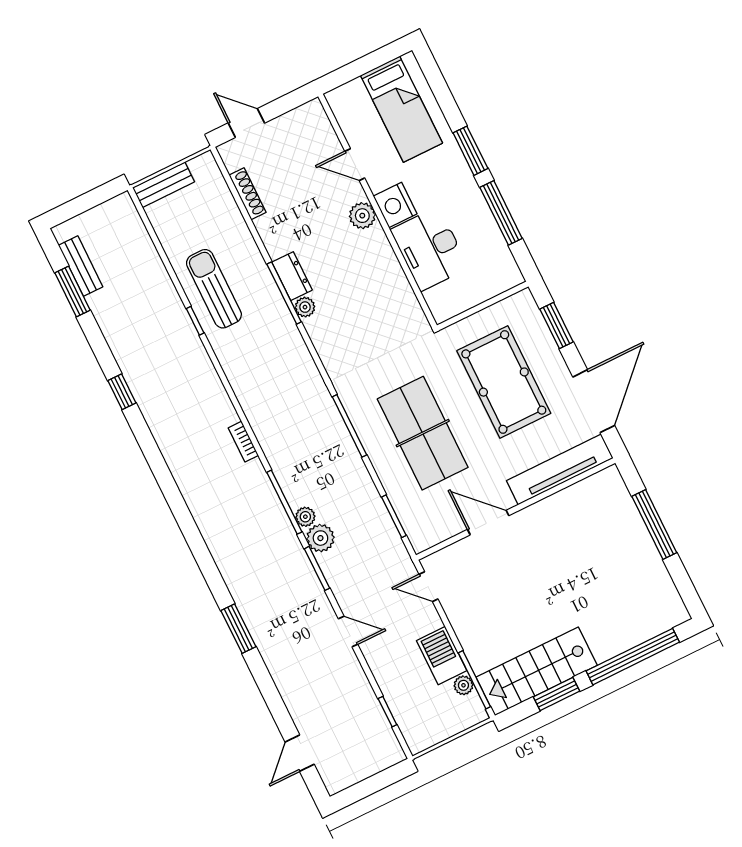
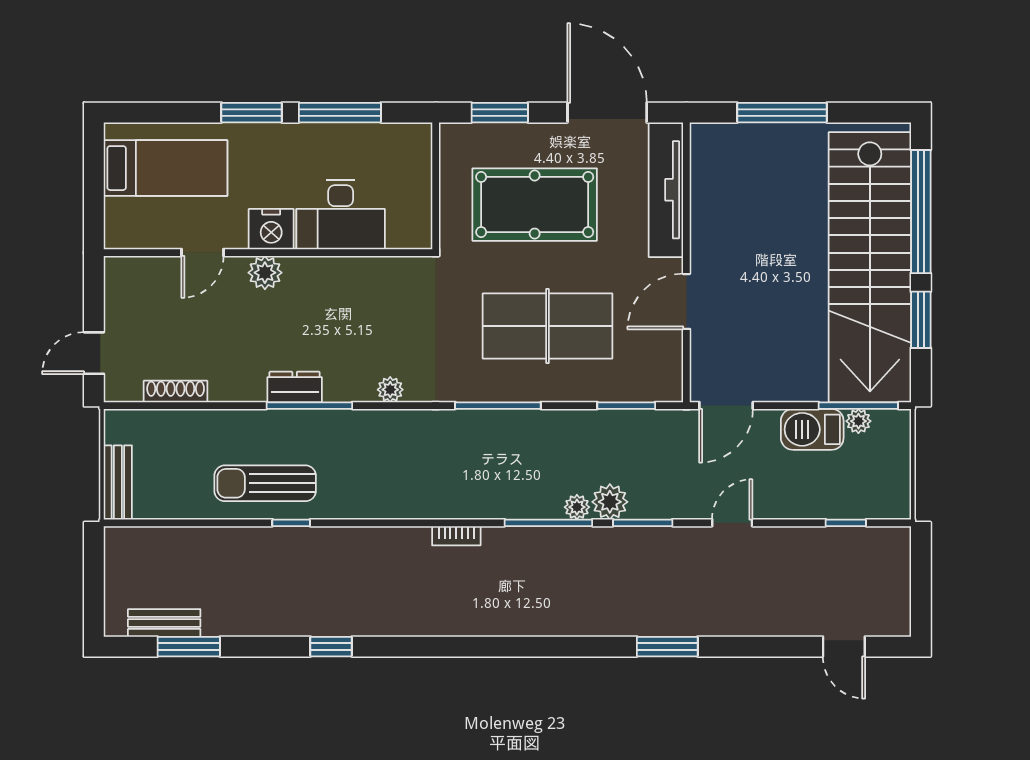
plant: (305, 307) -> (390, 390), moved
door: (429, 587) -> (726, 406), width x1.38
stairs: (537, 671) -> (870, 267), width x1.86, depth x1.51

